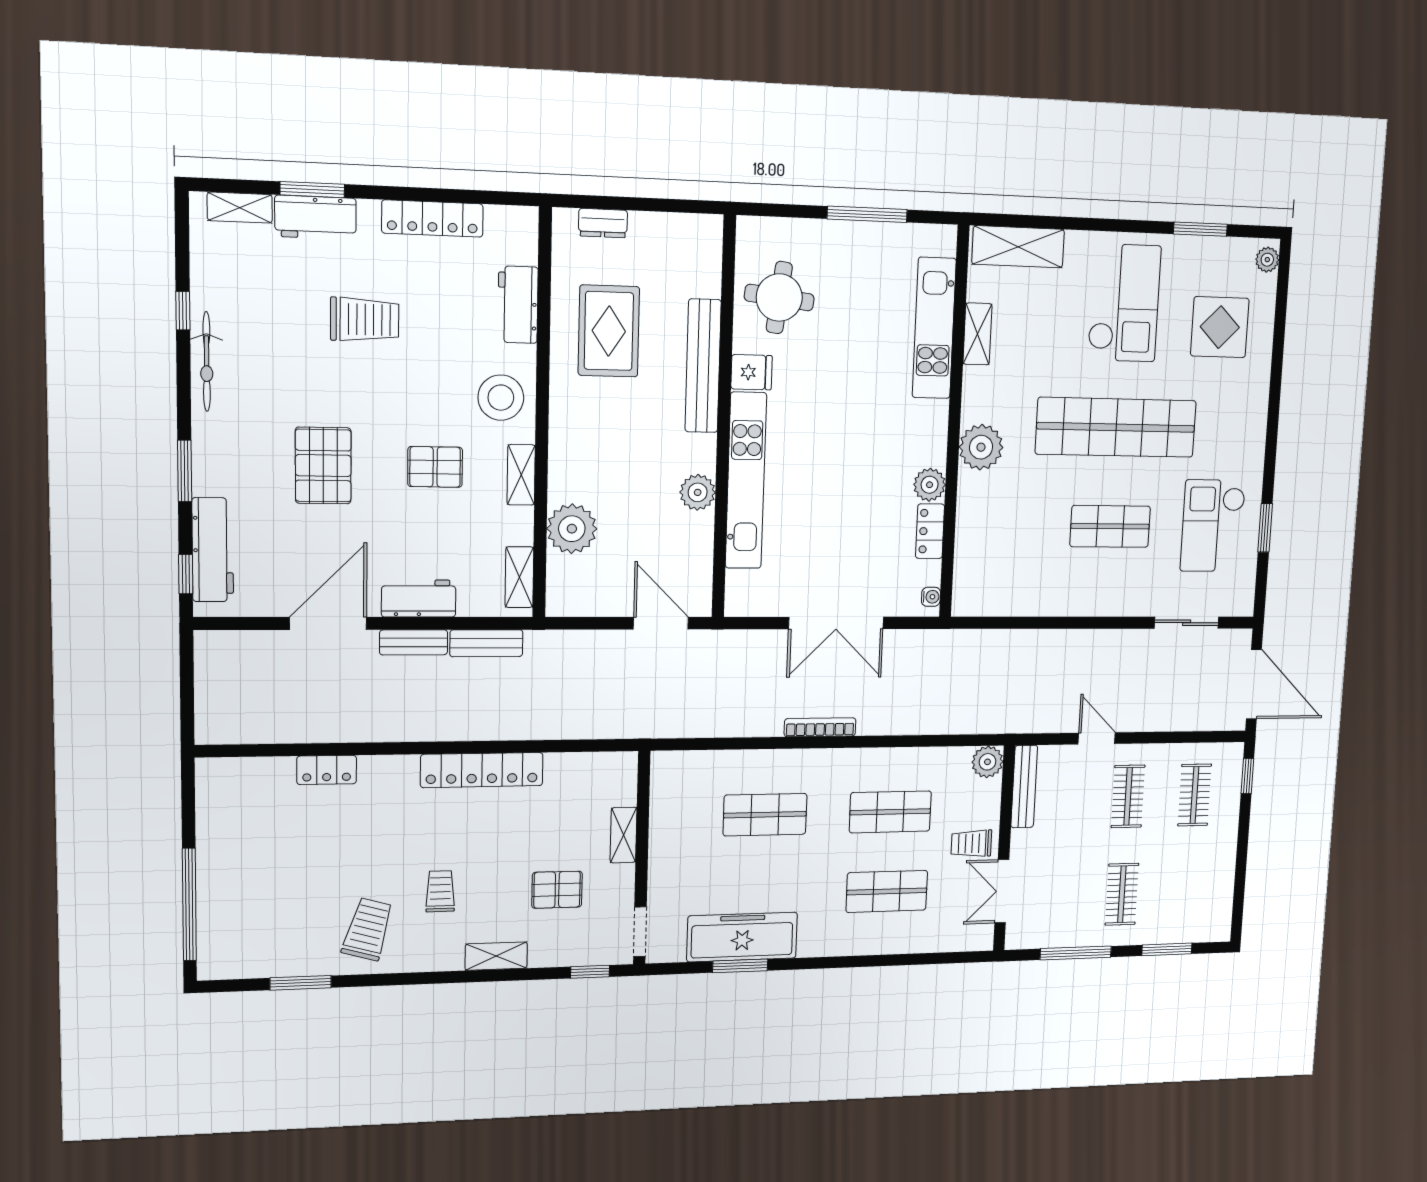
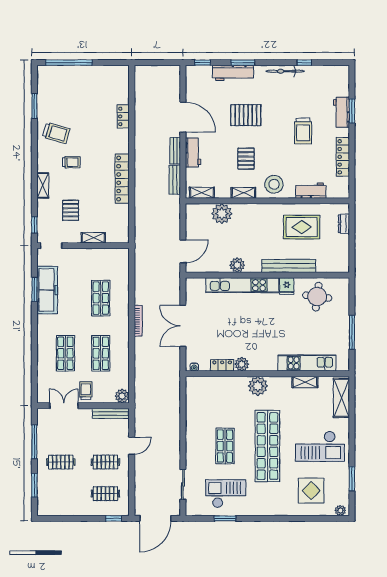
shelving: (240, 208) -> (344, 84), removed
workbench: (213, 550) -> (233, 73), moved

